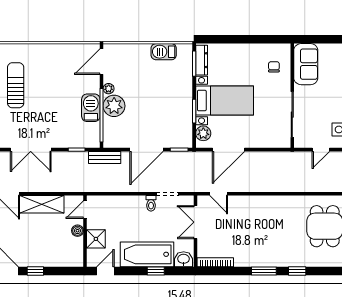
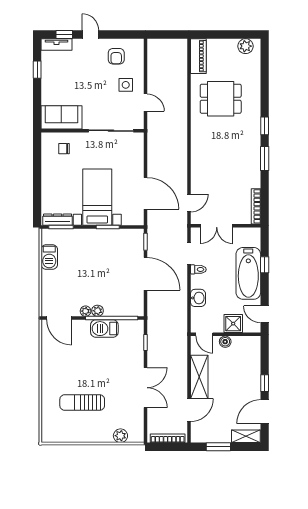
plant: (114, 106) -> (98, 311), width x0.53, depth x0.53
plant: (203, 133) -> (130, 218), removed
bench: (105, 157) -> (153, 315), removed
washbasin: (184, 259) -> (198, 298), moved, turned 180

